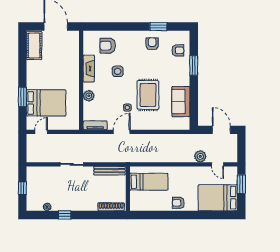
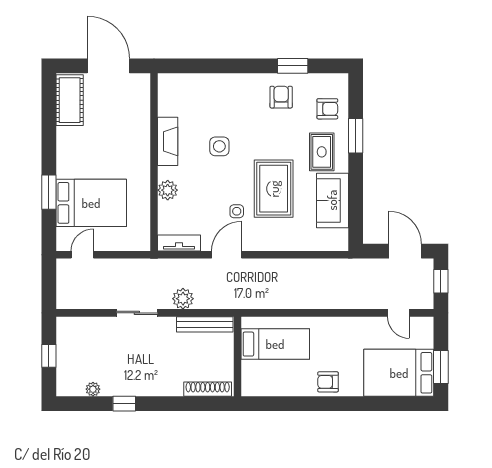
armchair: (108, 46) -> (201, 100), removed
rug: (175, 74) -> (322, 152), added
window: (241, 147) -> (441, 281), added
plant: (200, 156) -> (183, 299), moved
window: (241, 184) -> (441, 367), moved

